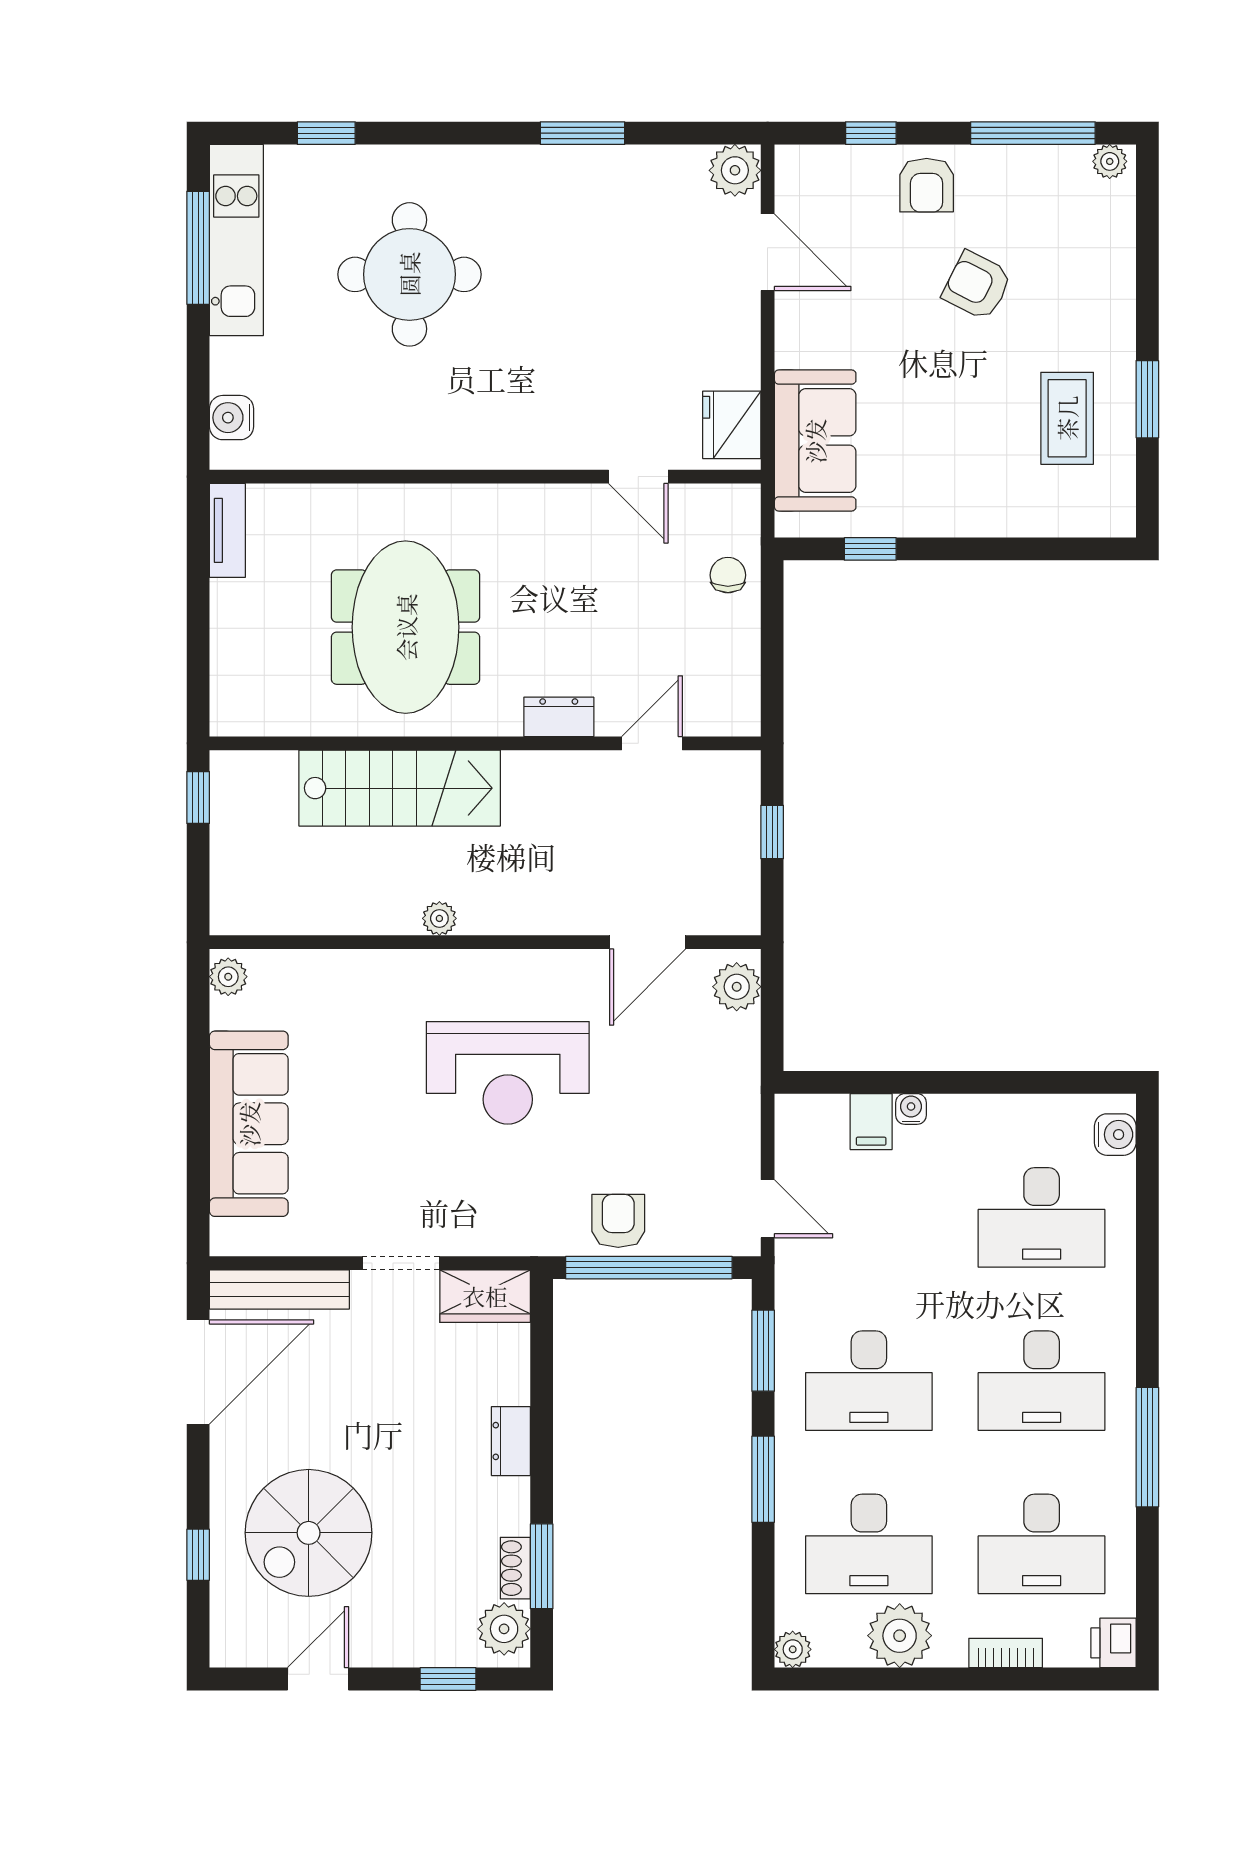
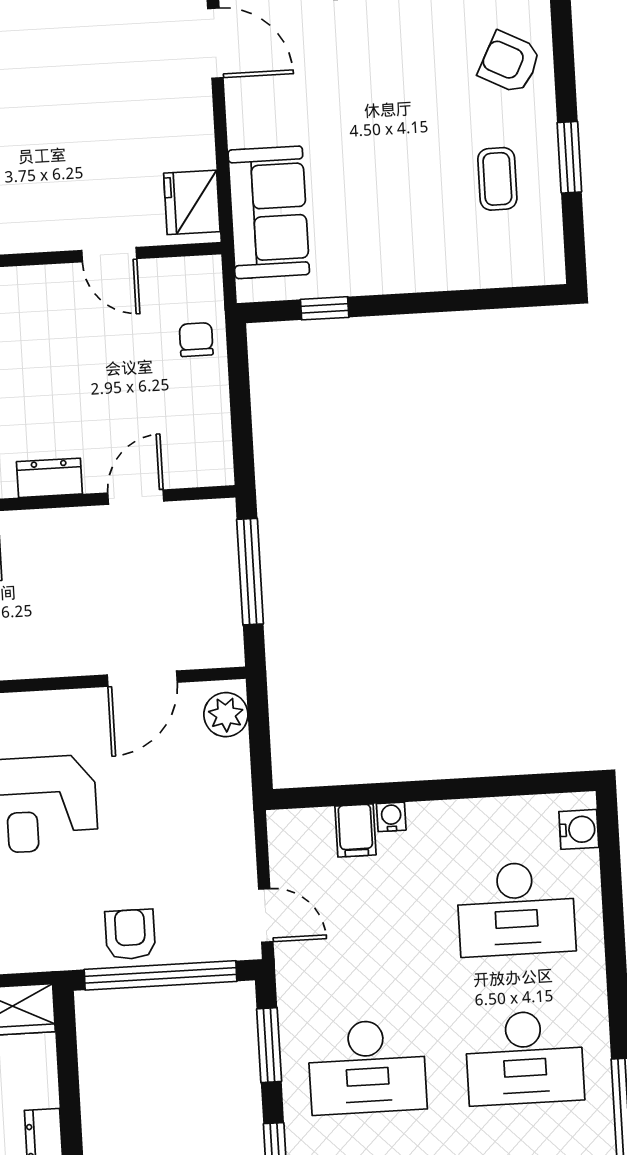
armchair: (977, 285) -> (510, 62), moved
coffee table: (1067, 418) -> (497, 179), width x0.73, depth x0.77
window: (772, 832) -> (250, 572), width x2.17

